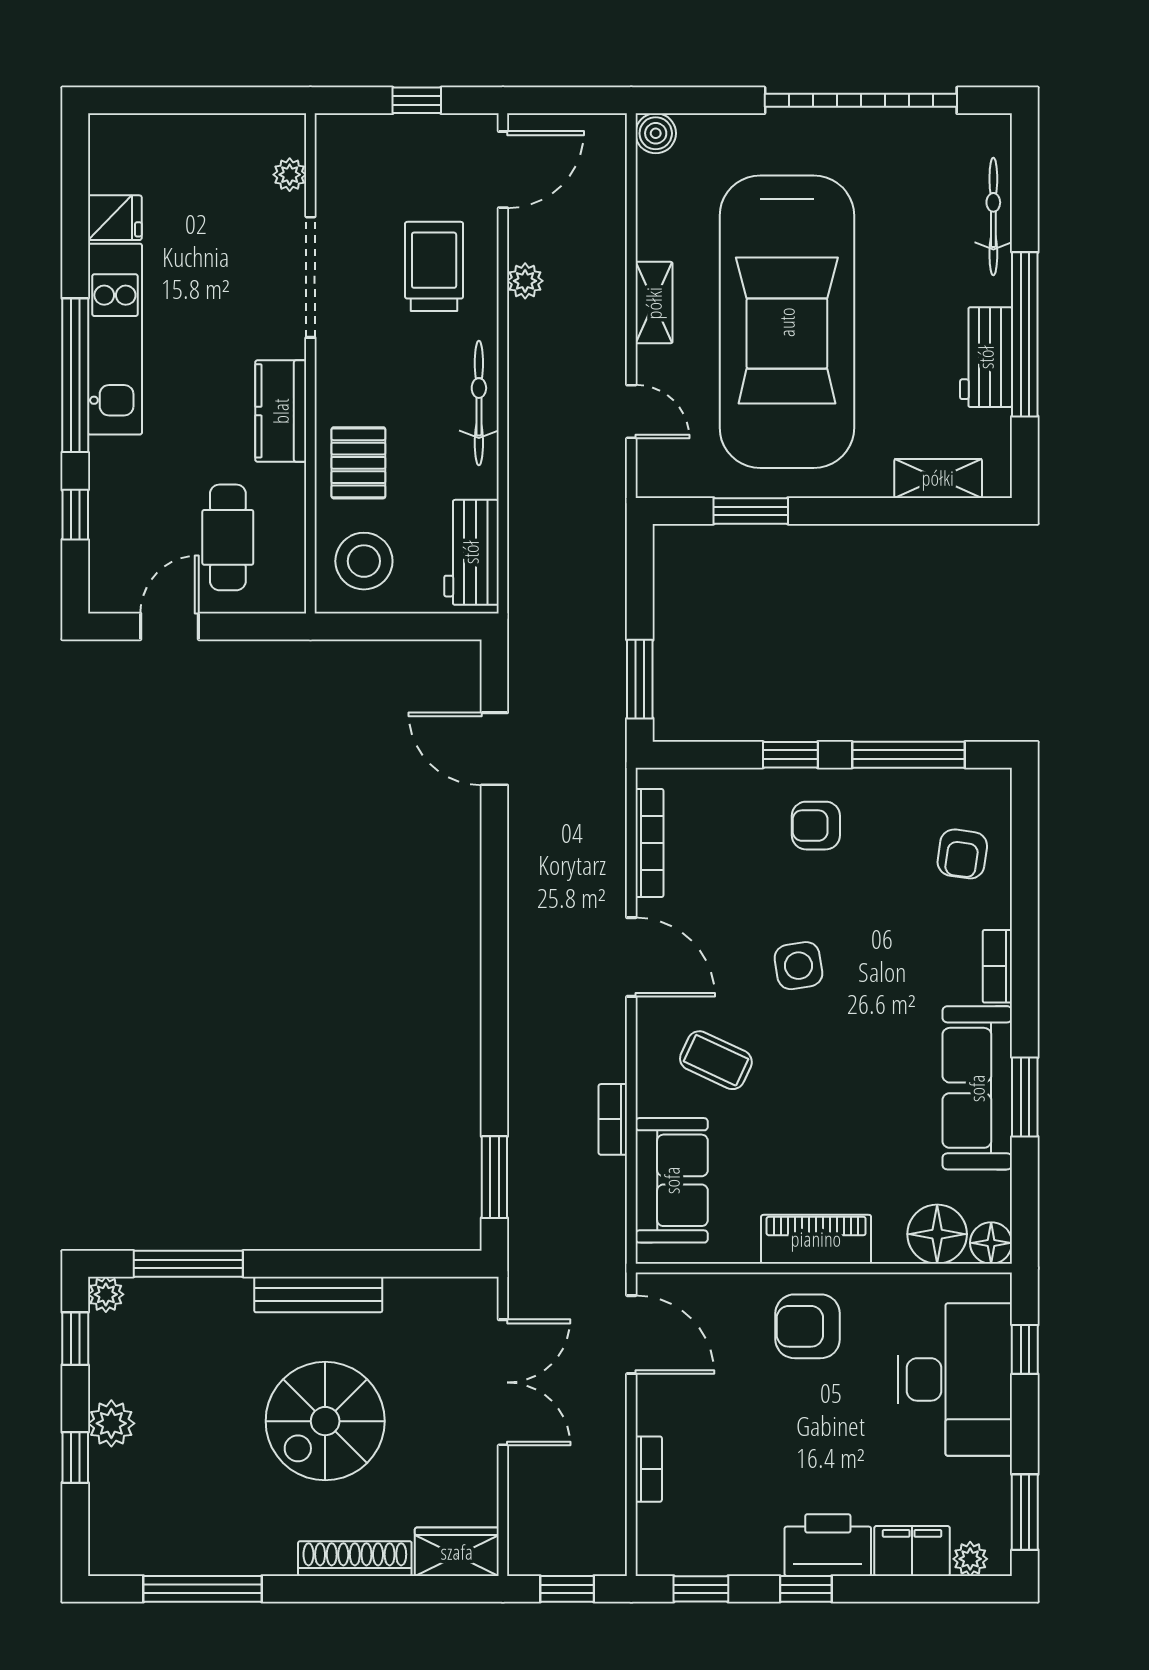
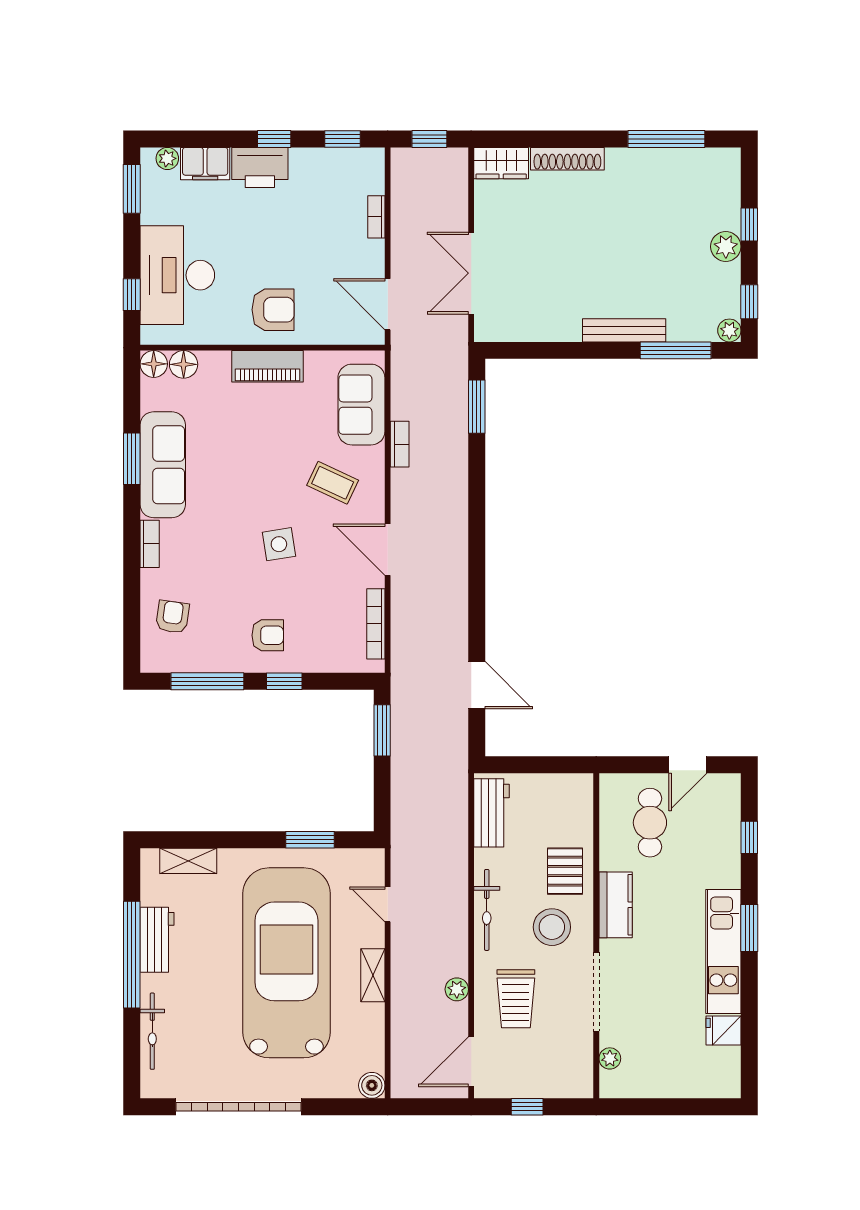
window: (75, 375) -> (749, 928), width x0.47
stool: (364, 561) -> (552, 927), moved
floor lamp: (937, 1234) -> (184, 364), width x0.73, depth x0.73
bench: (318, 1295) -> (624, 330), moved
spiral stairs: (325, 1421) -> (587, 248), removed

